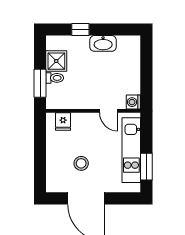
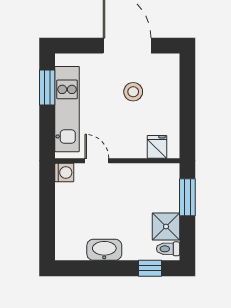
window: (80, 29) -> (150, 268), moved
toilet: (55, 78) -> (168, 249), moved

